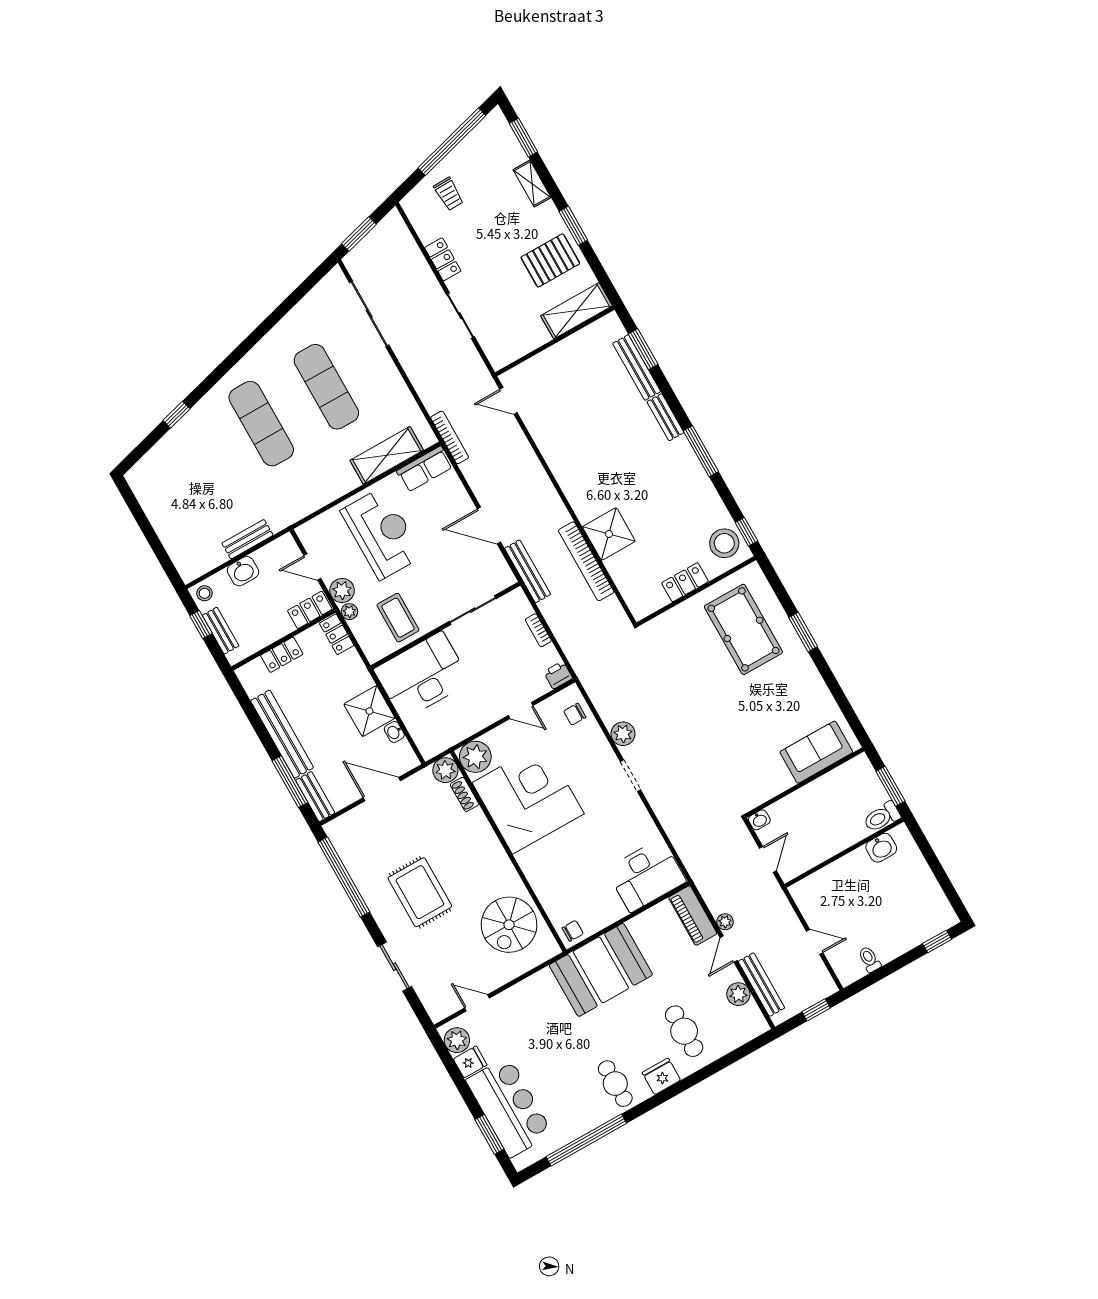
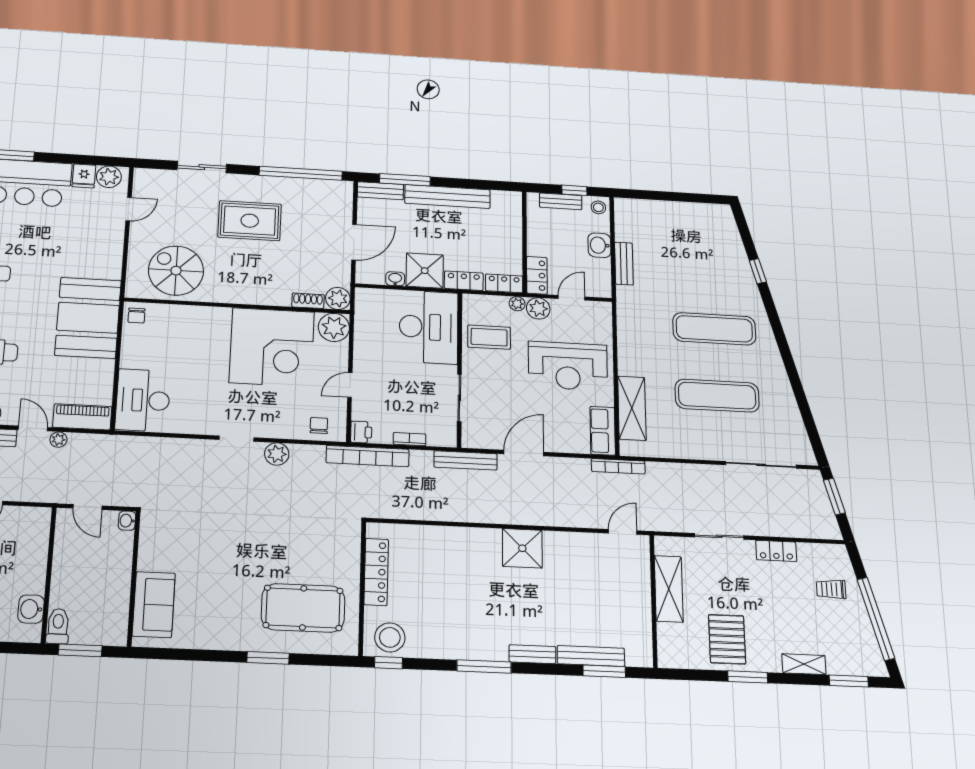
shelving: (576, 311) -> (669, 589), moved
shower: (609, 534) -> (522, 548), moved
bookcase: (586, 561) -> (368, 456), moved, turned 180
locker: (685, 582) -> (376, 572), width x1.53
locker: (282, 655) -> (464, 281), moved, turned 90

